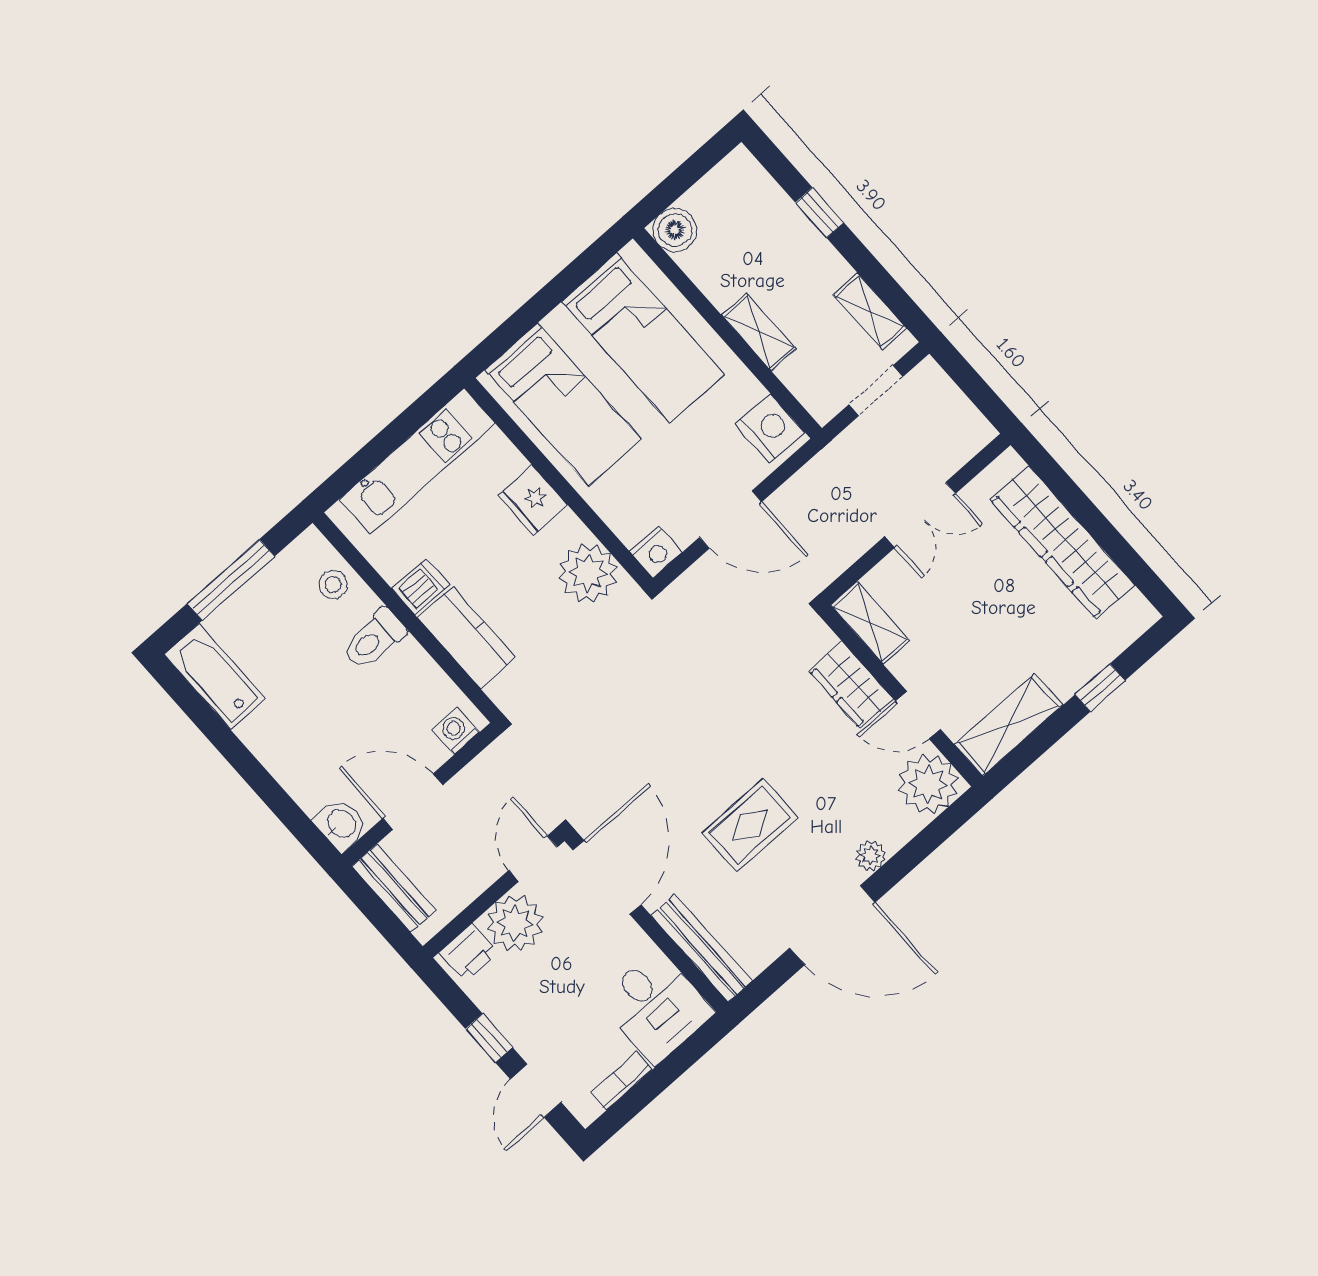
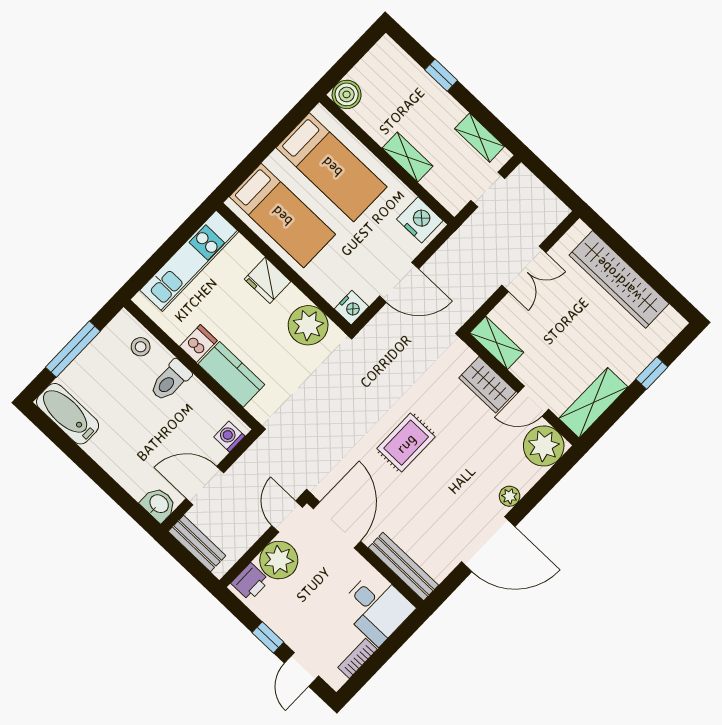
rug: (750, 825) -> (406, 443), moved

